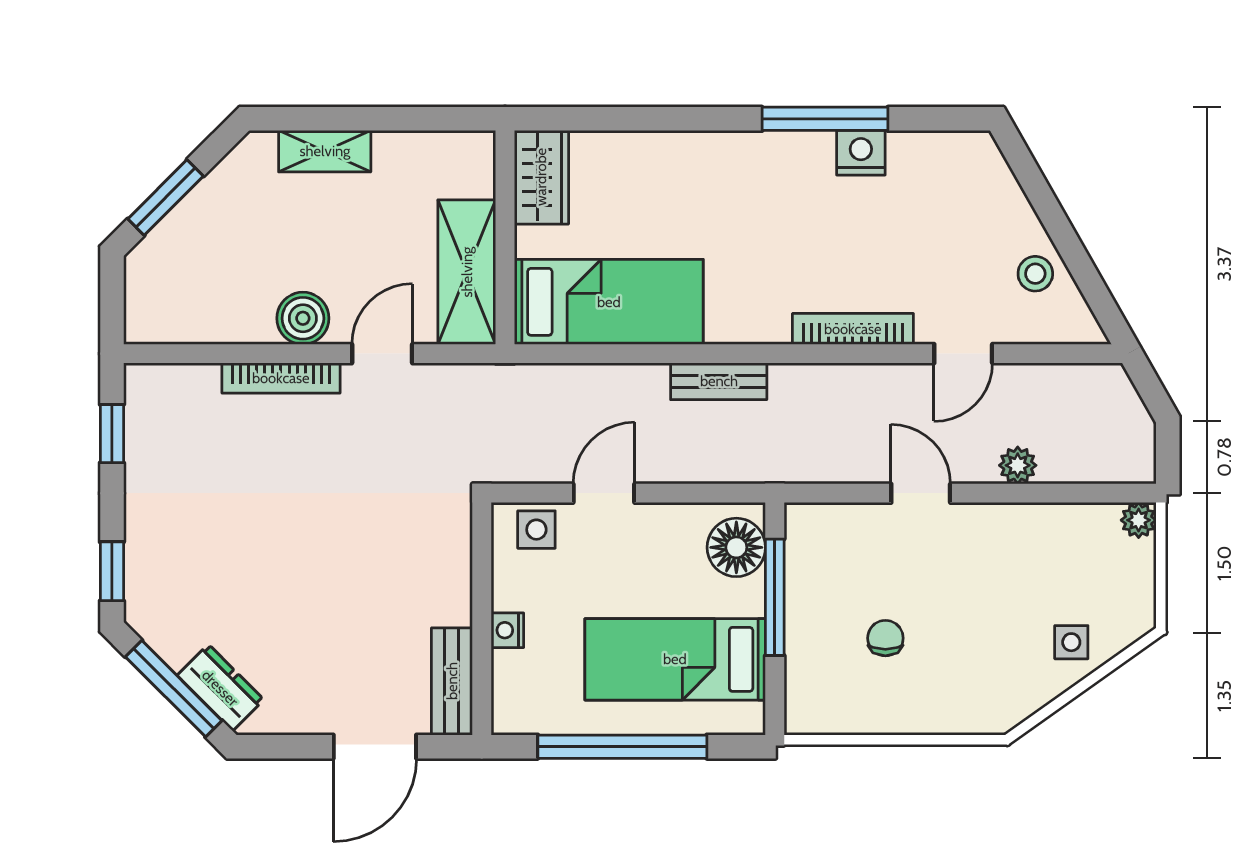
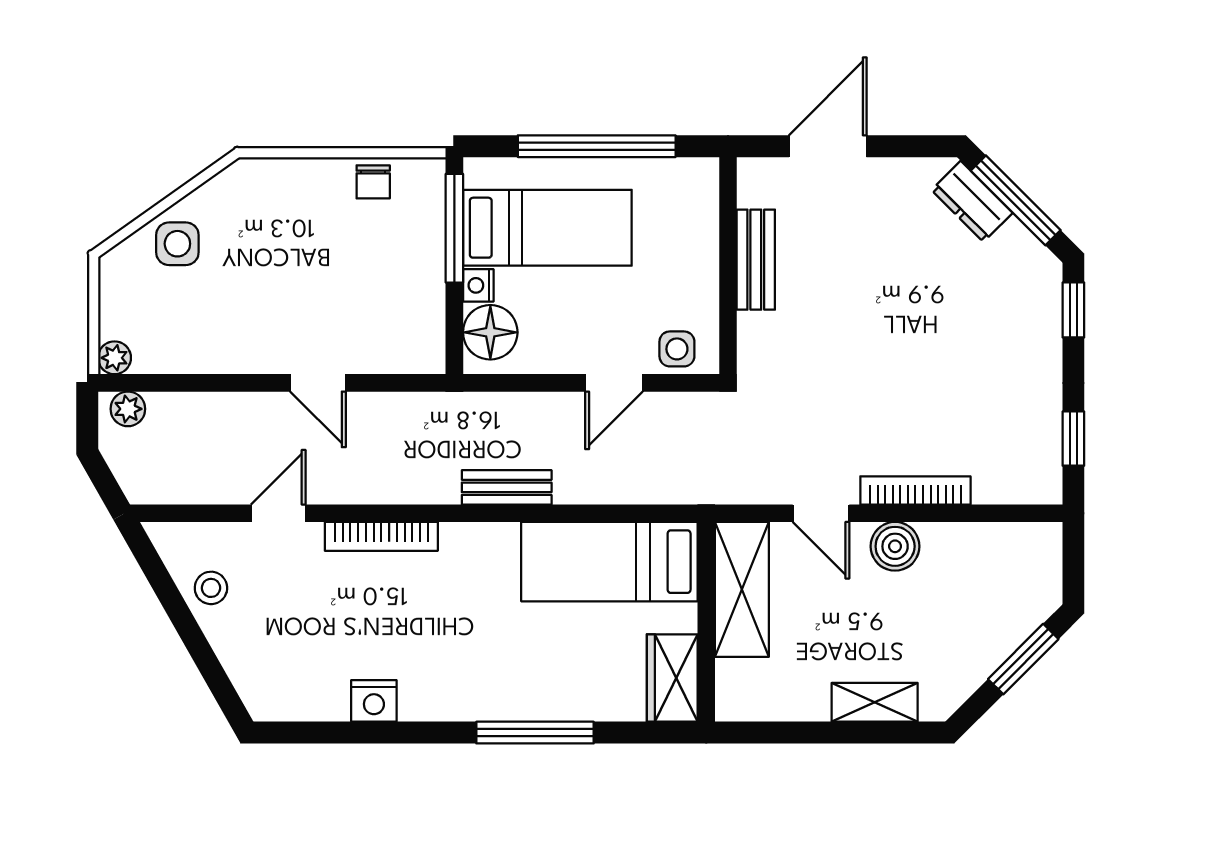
window: (825, 119) -> (535, 733), moved
door: (382, 354) -> (821, 513), hinge flipped
plant: (1018, 465) -> (128, 409), moved
window: (775, 597) -> (454, 228), moved
nightstand: (507, 630) -> (478, 285), moved, turned 180
chair: (885, 638) -> (373, 182), moved
side table: (1071, 642) -> (177, 244), width x1.37, depth x1.37
bench: (452, 681) -> (756, 260), moved

